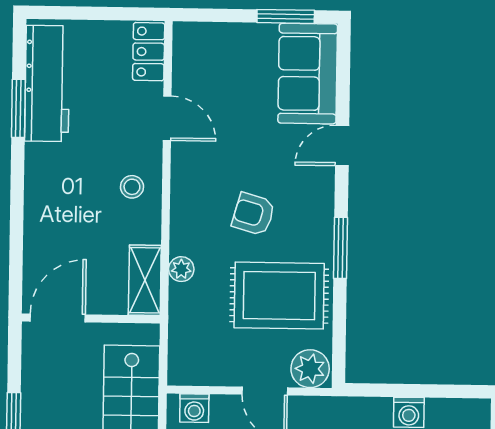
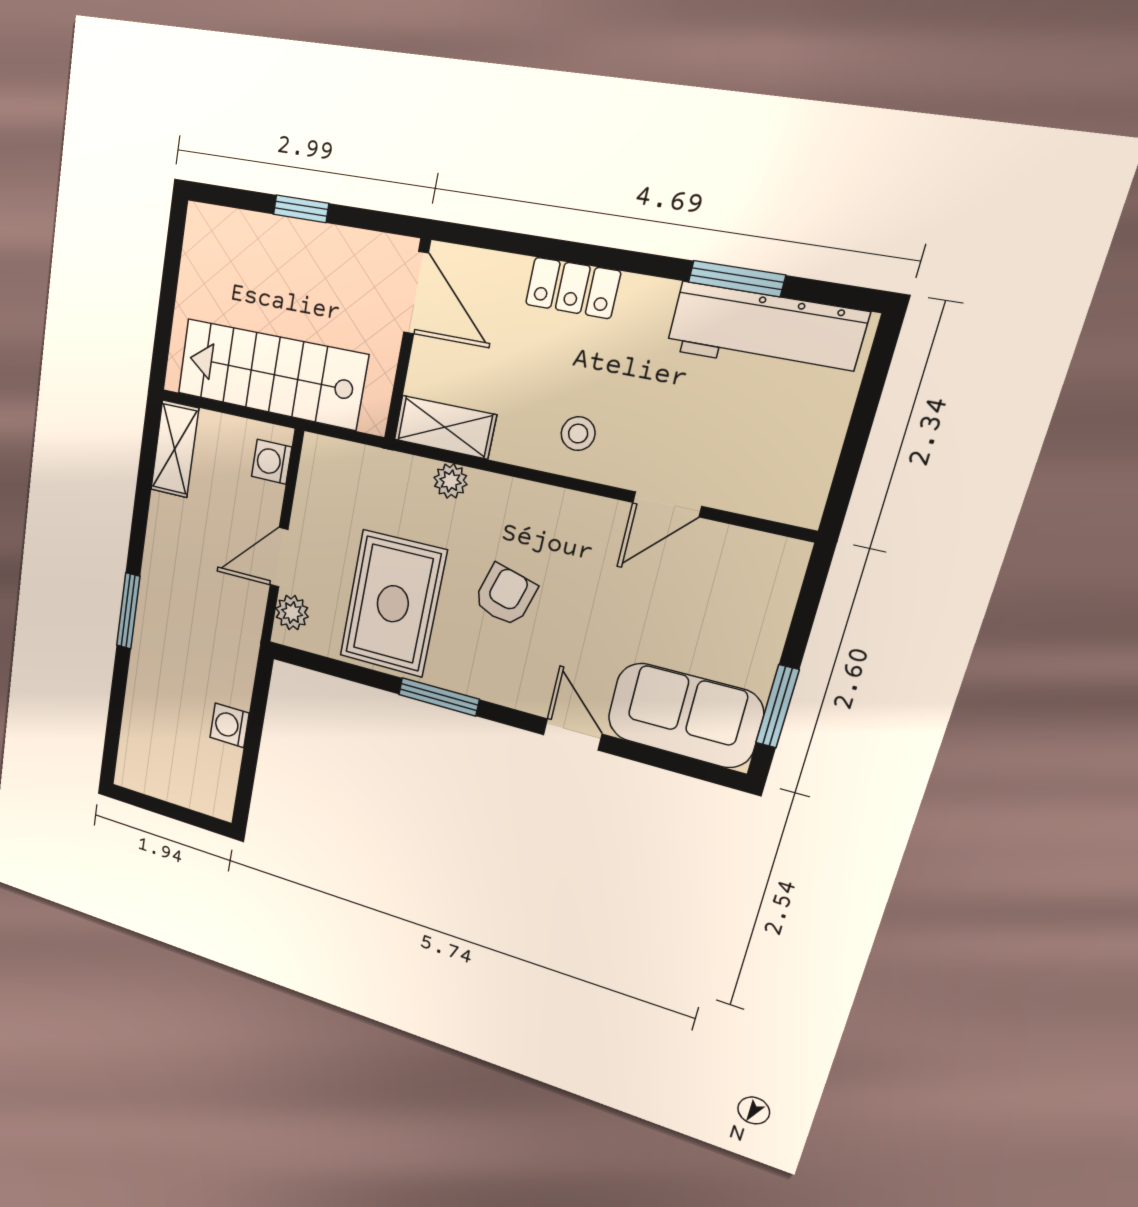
locker: (149, 52) -> (573, 288), moved, turned 180
plant: (310, 369) -> (292, 613), width x0.73, depth x0.73

